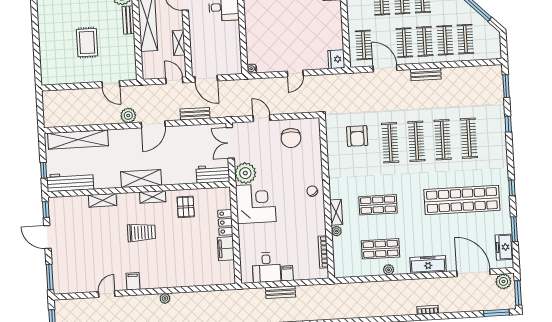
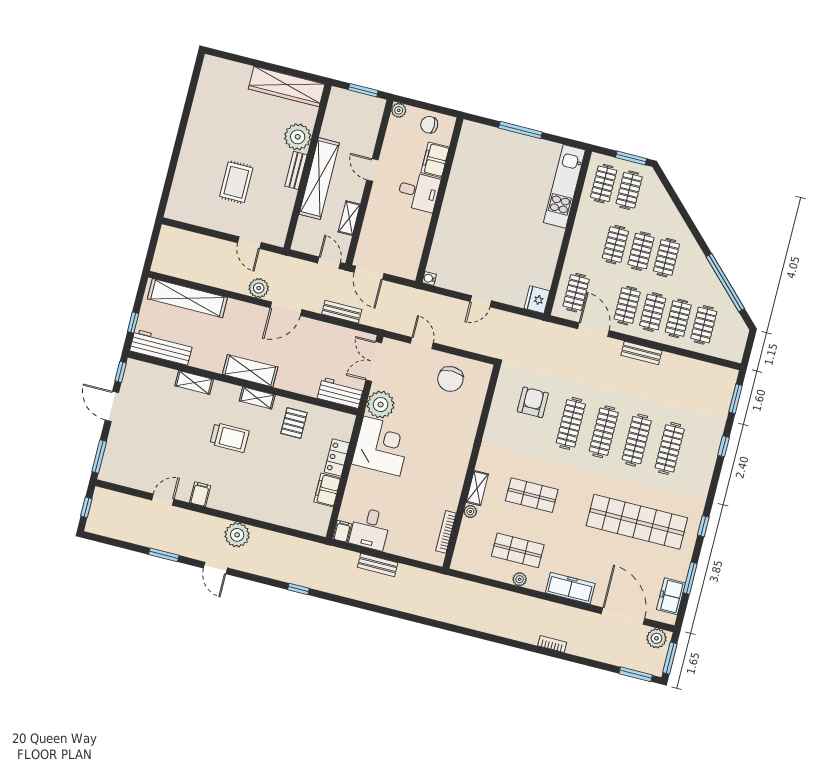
armchair: (357, 136) -> (533, 402), turned 180
chair: (312, 191) -> (456, 453), removed
filing cabinet: (287, 273) -> (342, 531), moved
plant: (165, 298) -> (237, 535), width x1.88, depth x1.88

